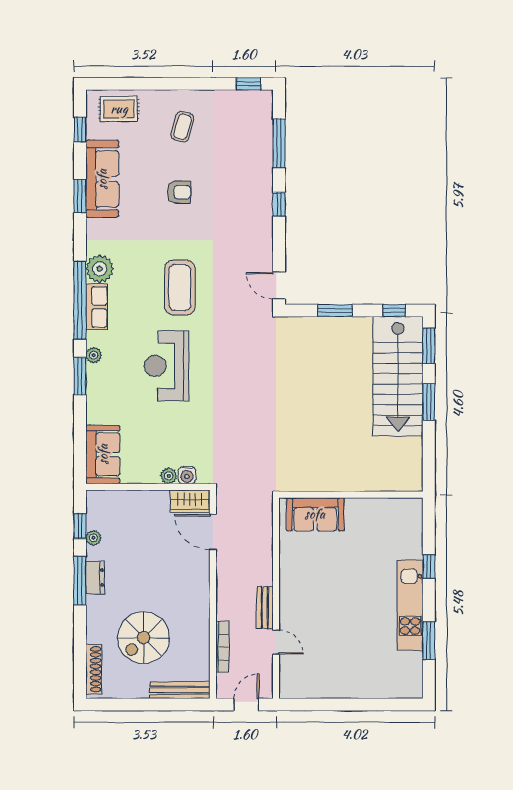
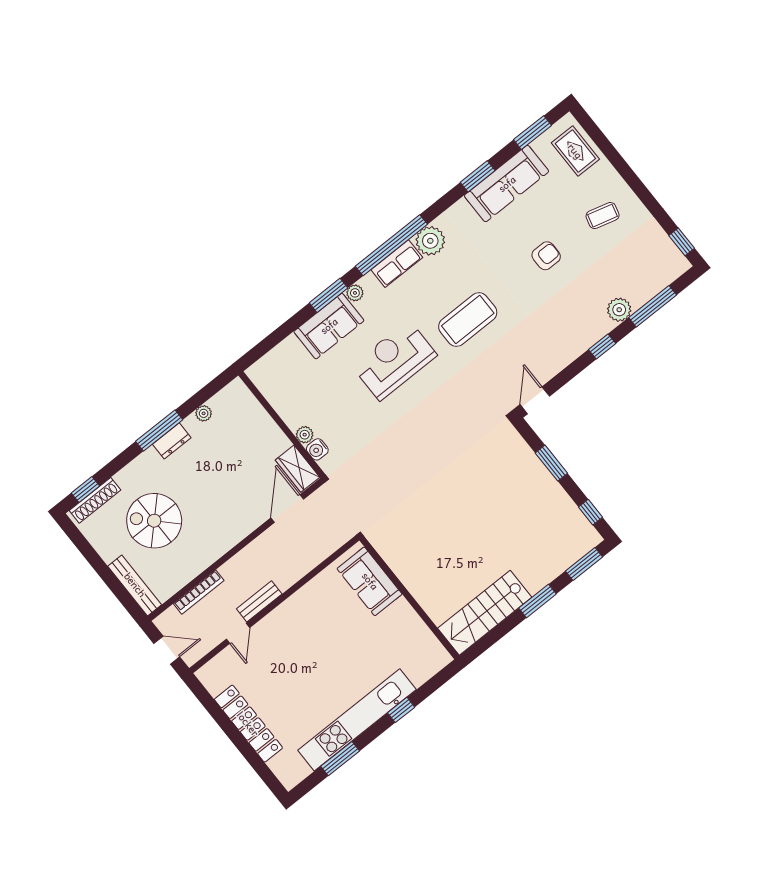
window: (80, 130) -> (533, 133), width x1.50
plant: (262, 170) -> (619, 310), added
armchair: (179, 192) -> (546, 256), turned -90
stairs: (398, 376) -> (485, 613), moved, width x0.73, depth x0.66
sofa: (103, 454) -> (329, 326), moved
window: (80, 526) -> (85, 489), moved
kitchen unit: (410, 605) -> (357, 720), width x1.36
locker: (349, 688) -> (248, 724), added

